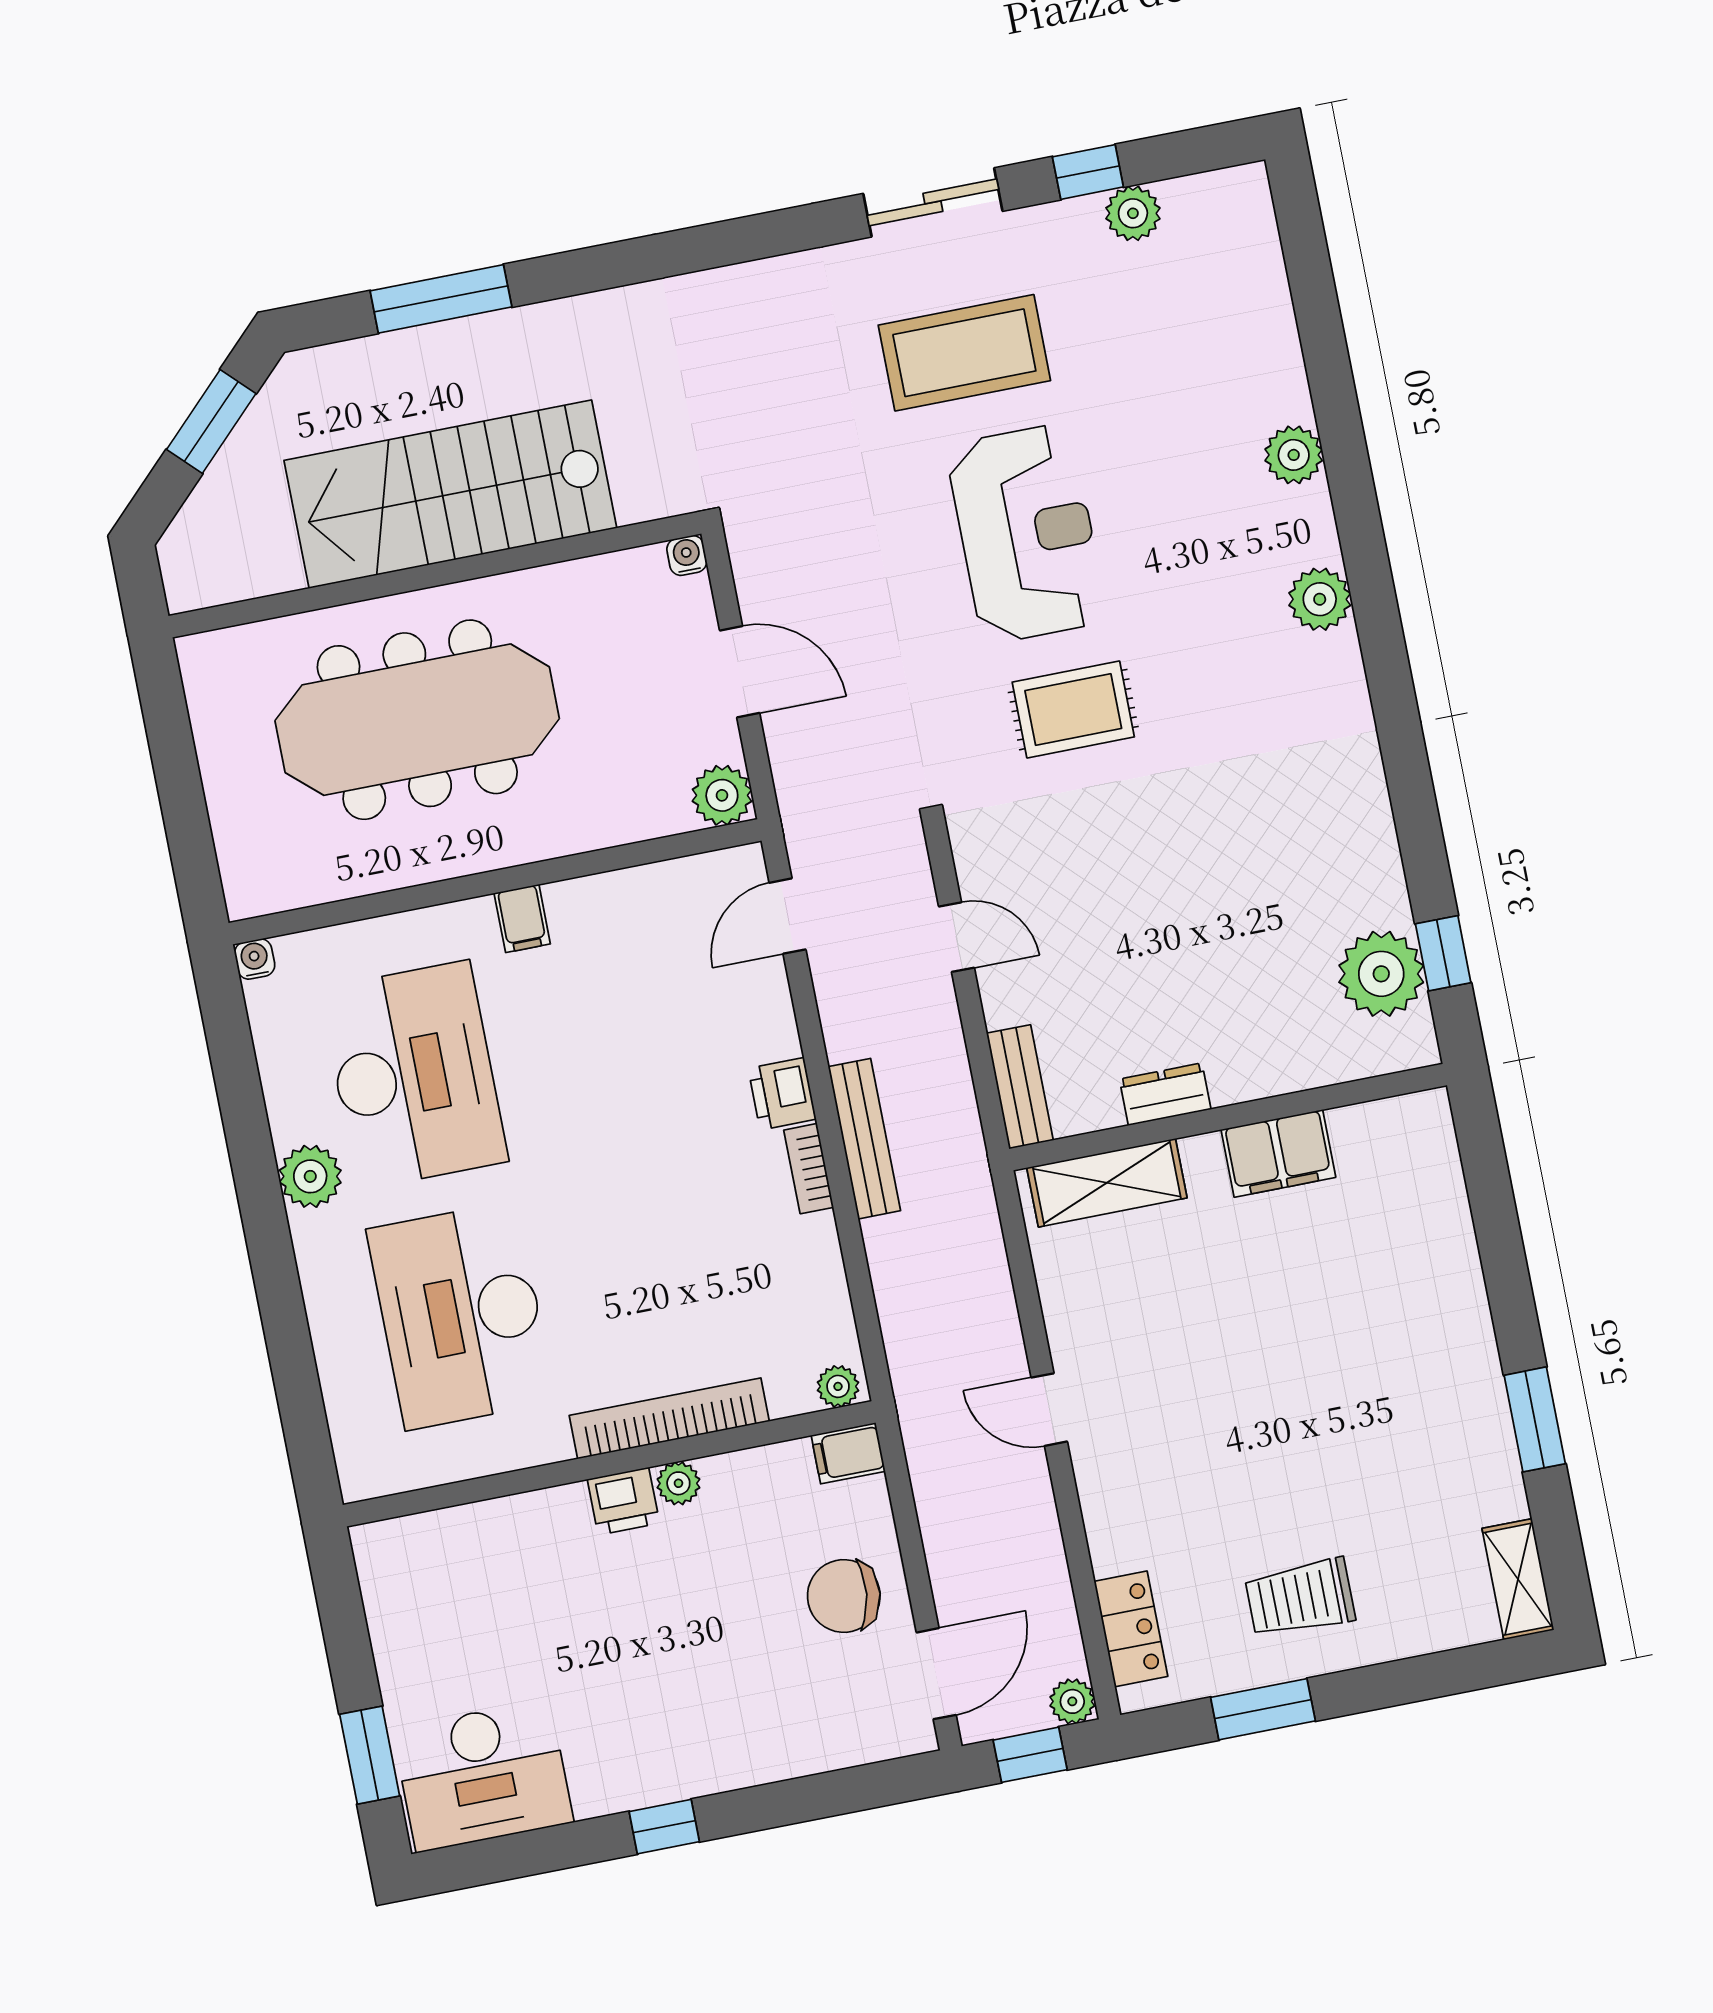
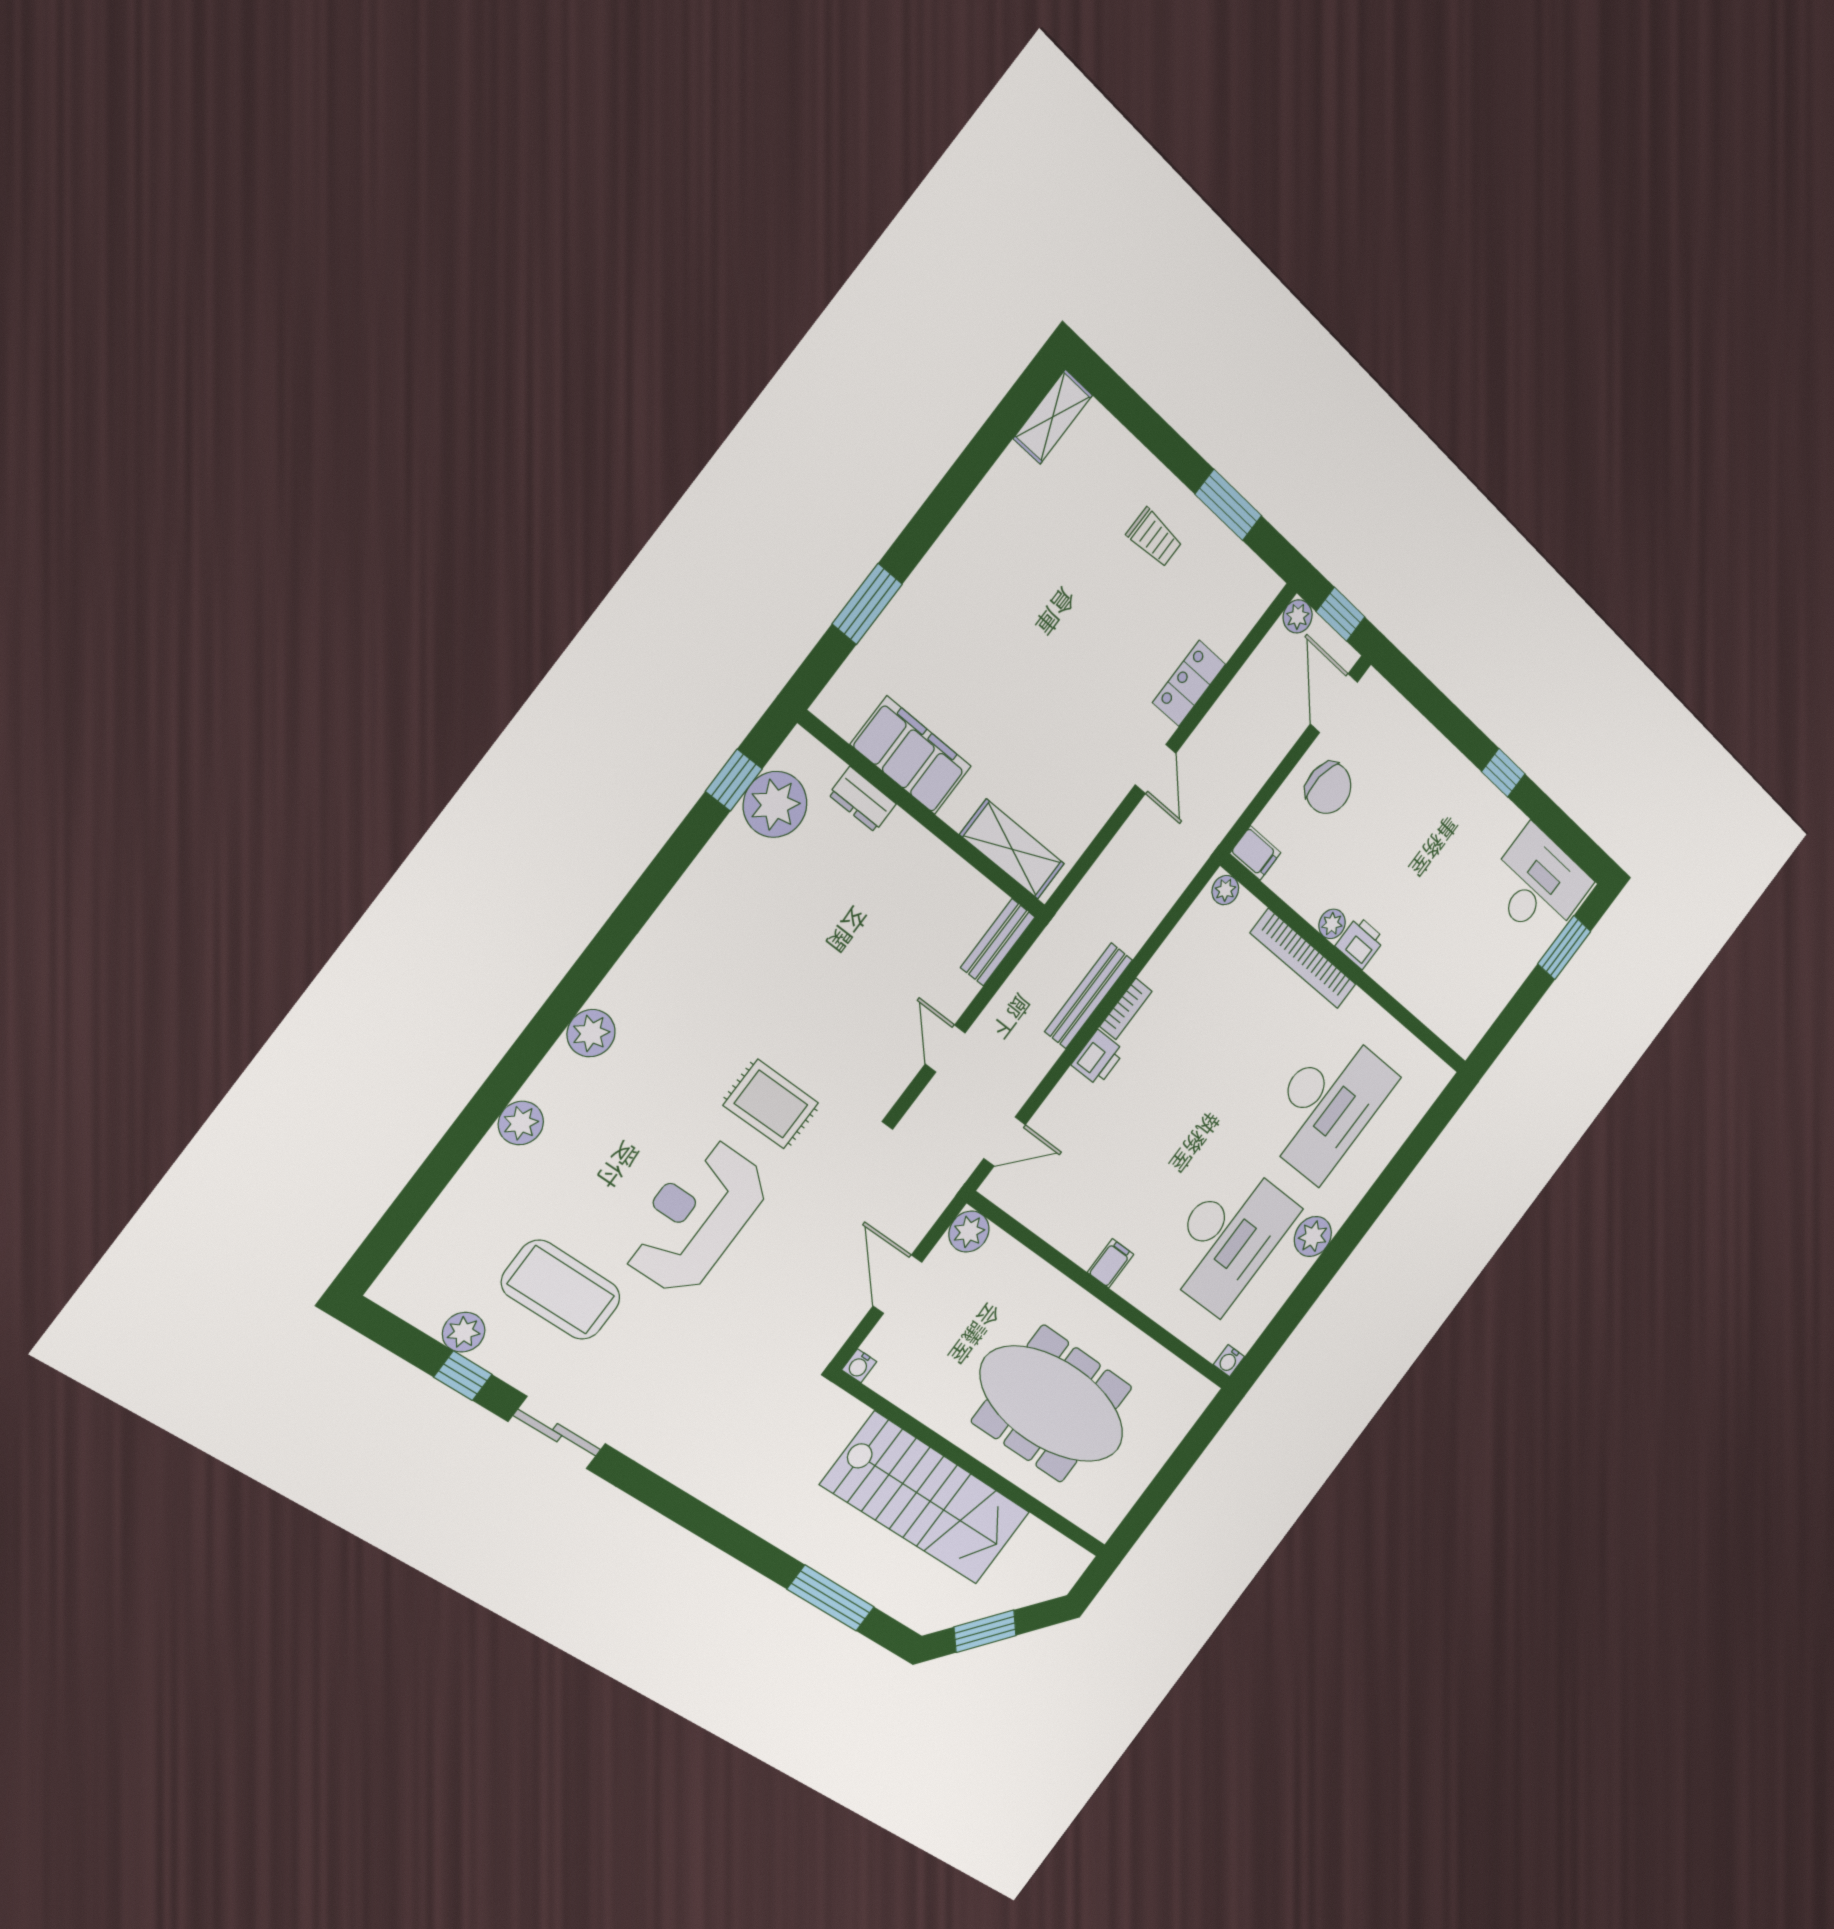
coffee table: (964, 353) -> (561, 1290), moved
desk: (414, 1075) -> (1228, 1238), turned 180
dresser: (1165, 1094) -> (862, 799), moved
filing cabinet: (1278, 1153) -> (911, 755), width x1.50, depth x1.17
window: (1535, 1419) -> (867, 604), moved
trolley: (1300, 1598) -> (1154, 538), width x0.73, depth x0.72
locker: (1131, 1629) -> (1189, 683), moved
door: (936, 1674) -> (1334, 703), hinge flipped

